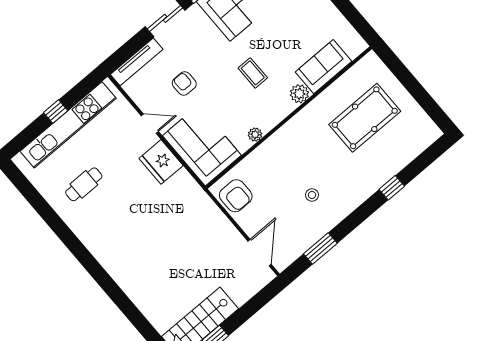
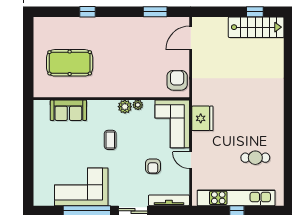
plant: (299, 94) -> (125, 107), moved
fridge: (161, 162) -> (202, 118), moved
stool: (312, 195) -> (135, 45), removed

